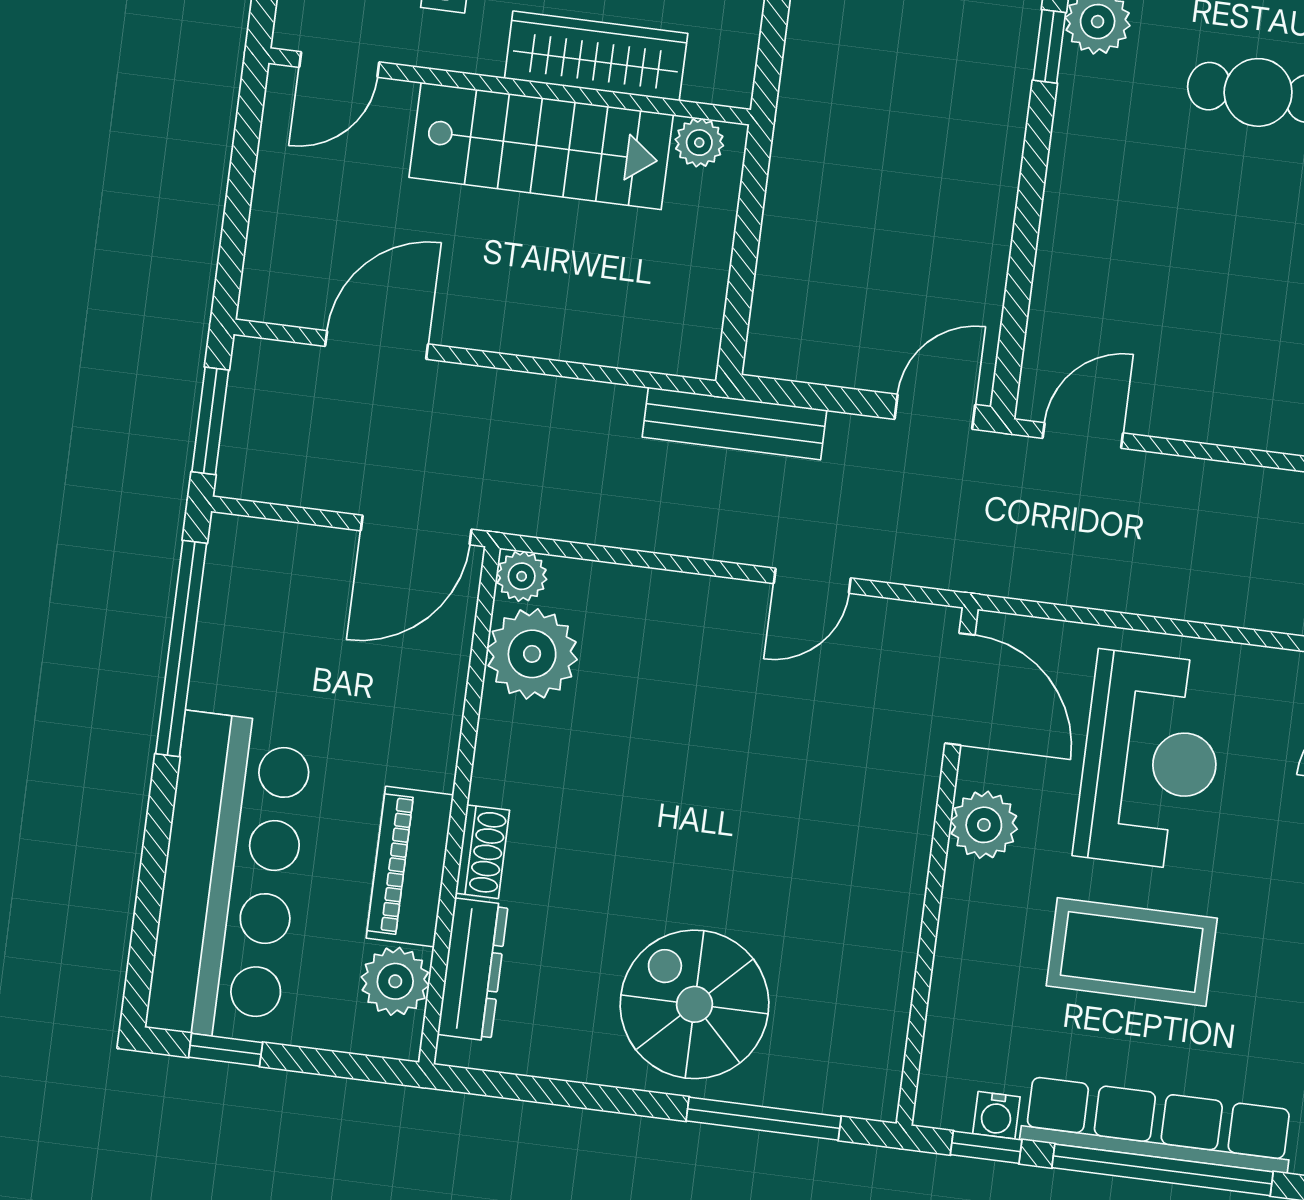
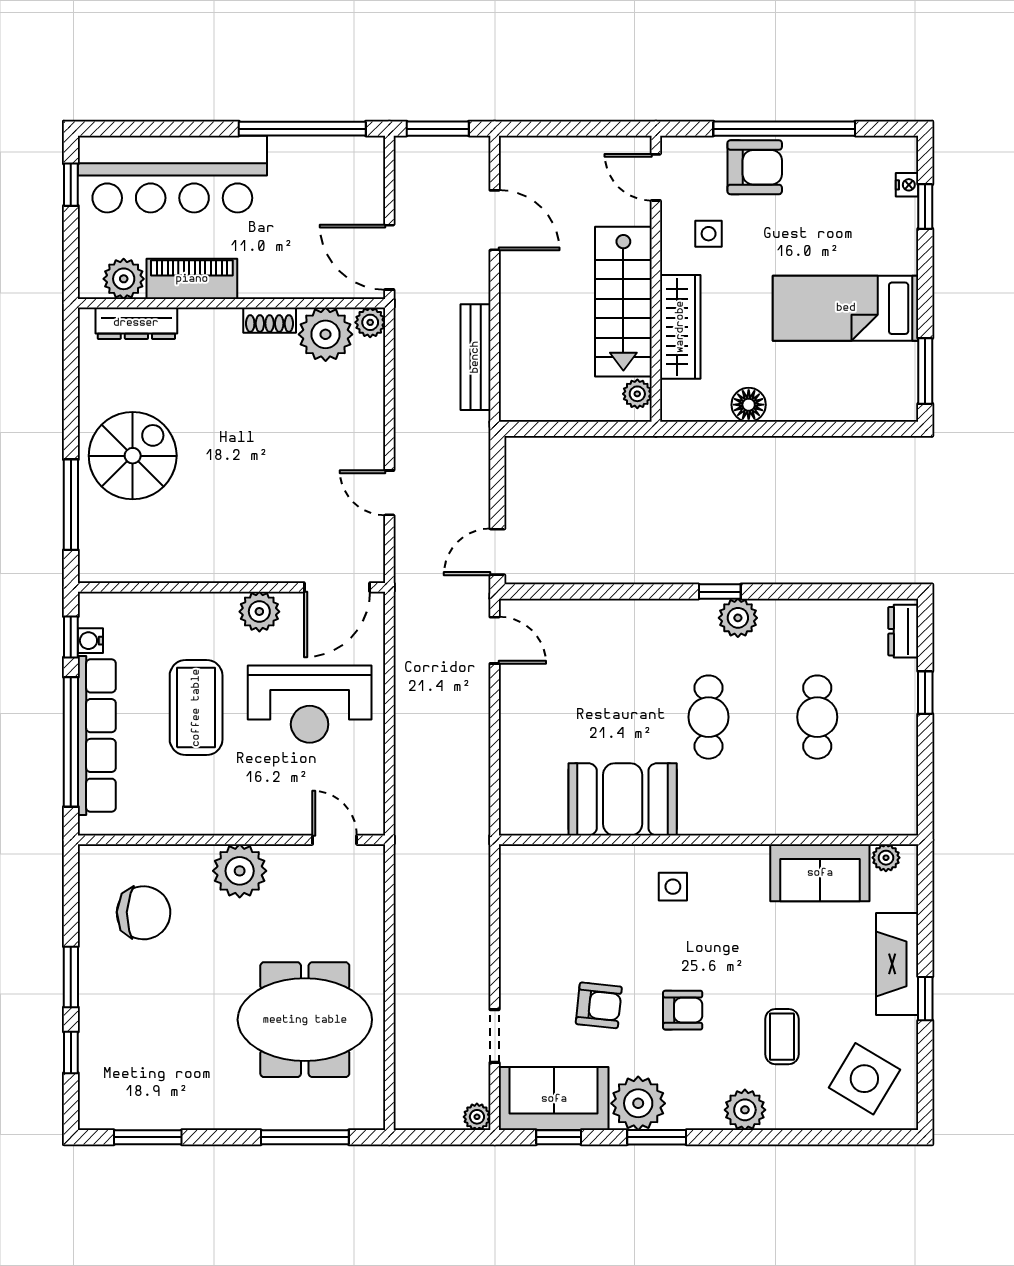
door: (935, 412) -> (497, 552), swing flipped
bench: (735, 424) -> (475, 357), moved
shoe rack: (483, 852) -> (270, 320), moved

